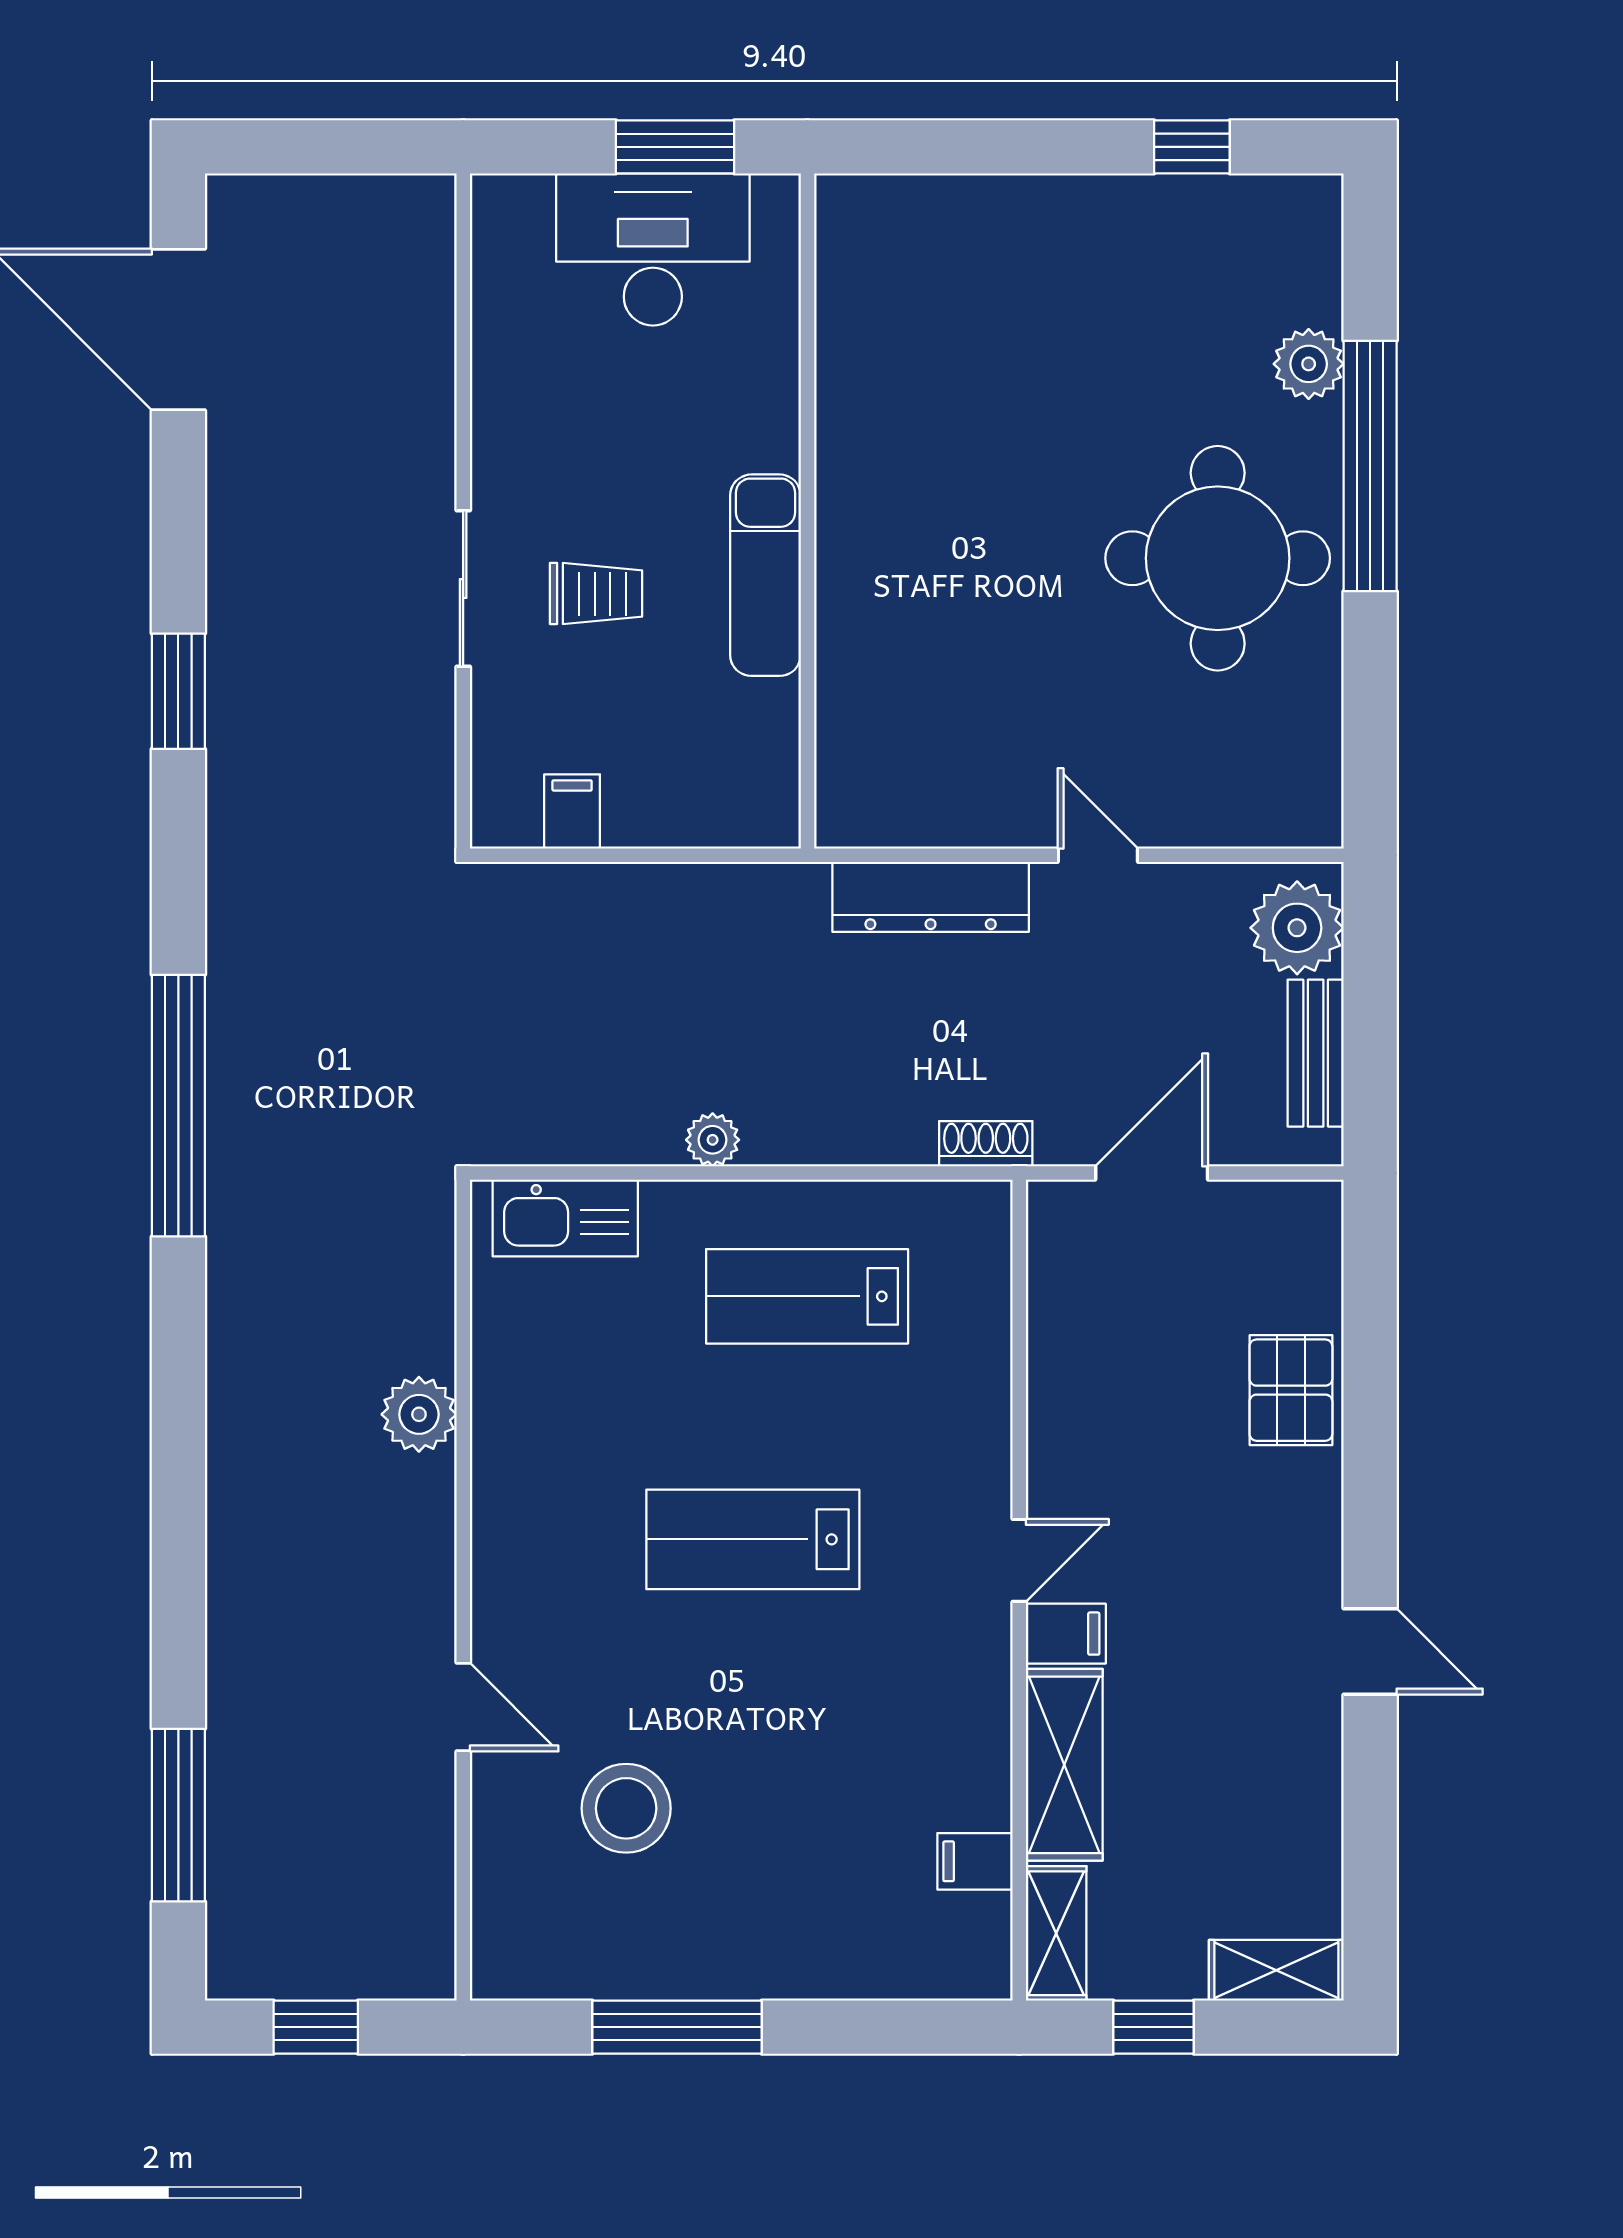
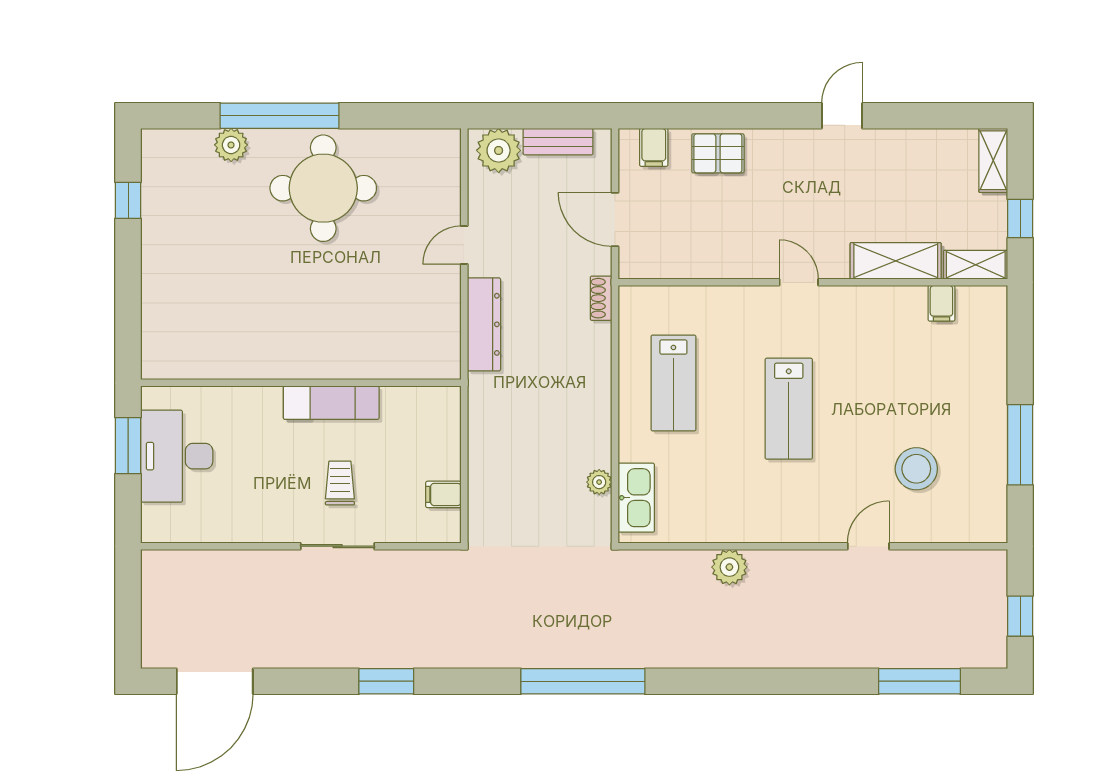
plant: (713, 1140) -> (599, 482), moved
filing cabinet: (1066, 1634) -> (654, 147), moved, turned 180

